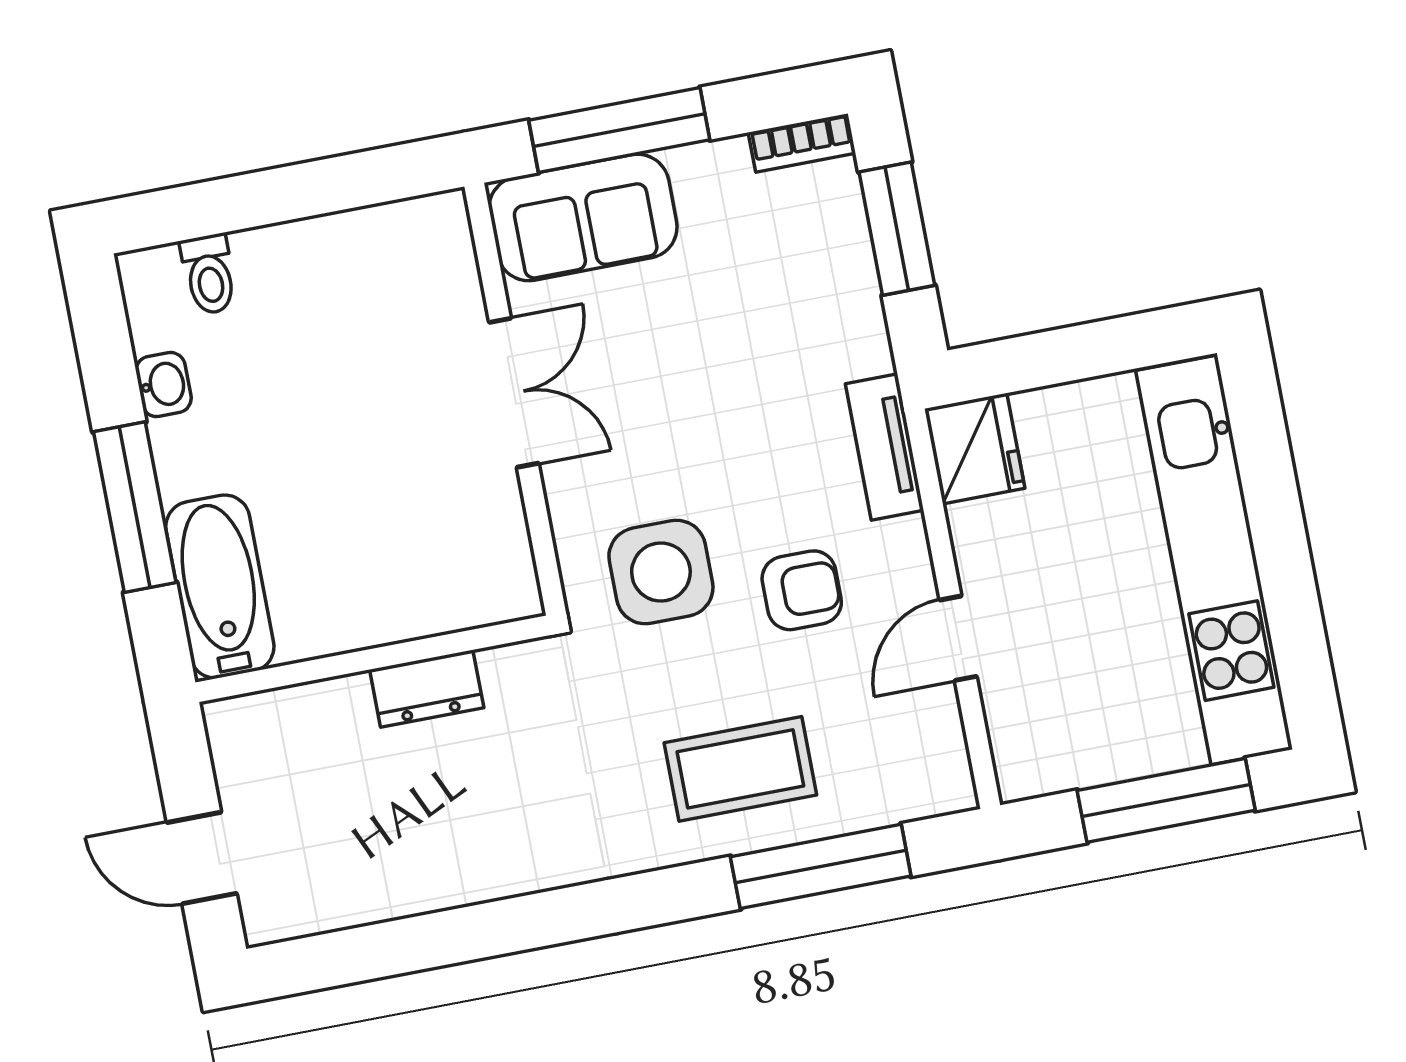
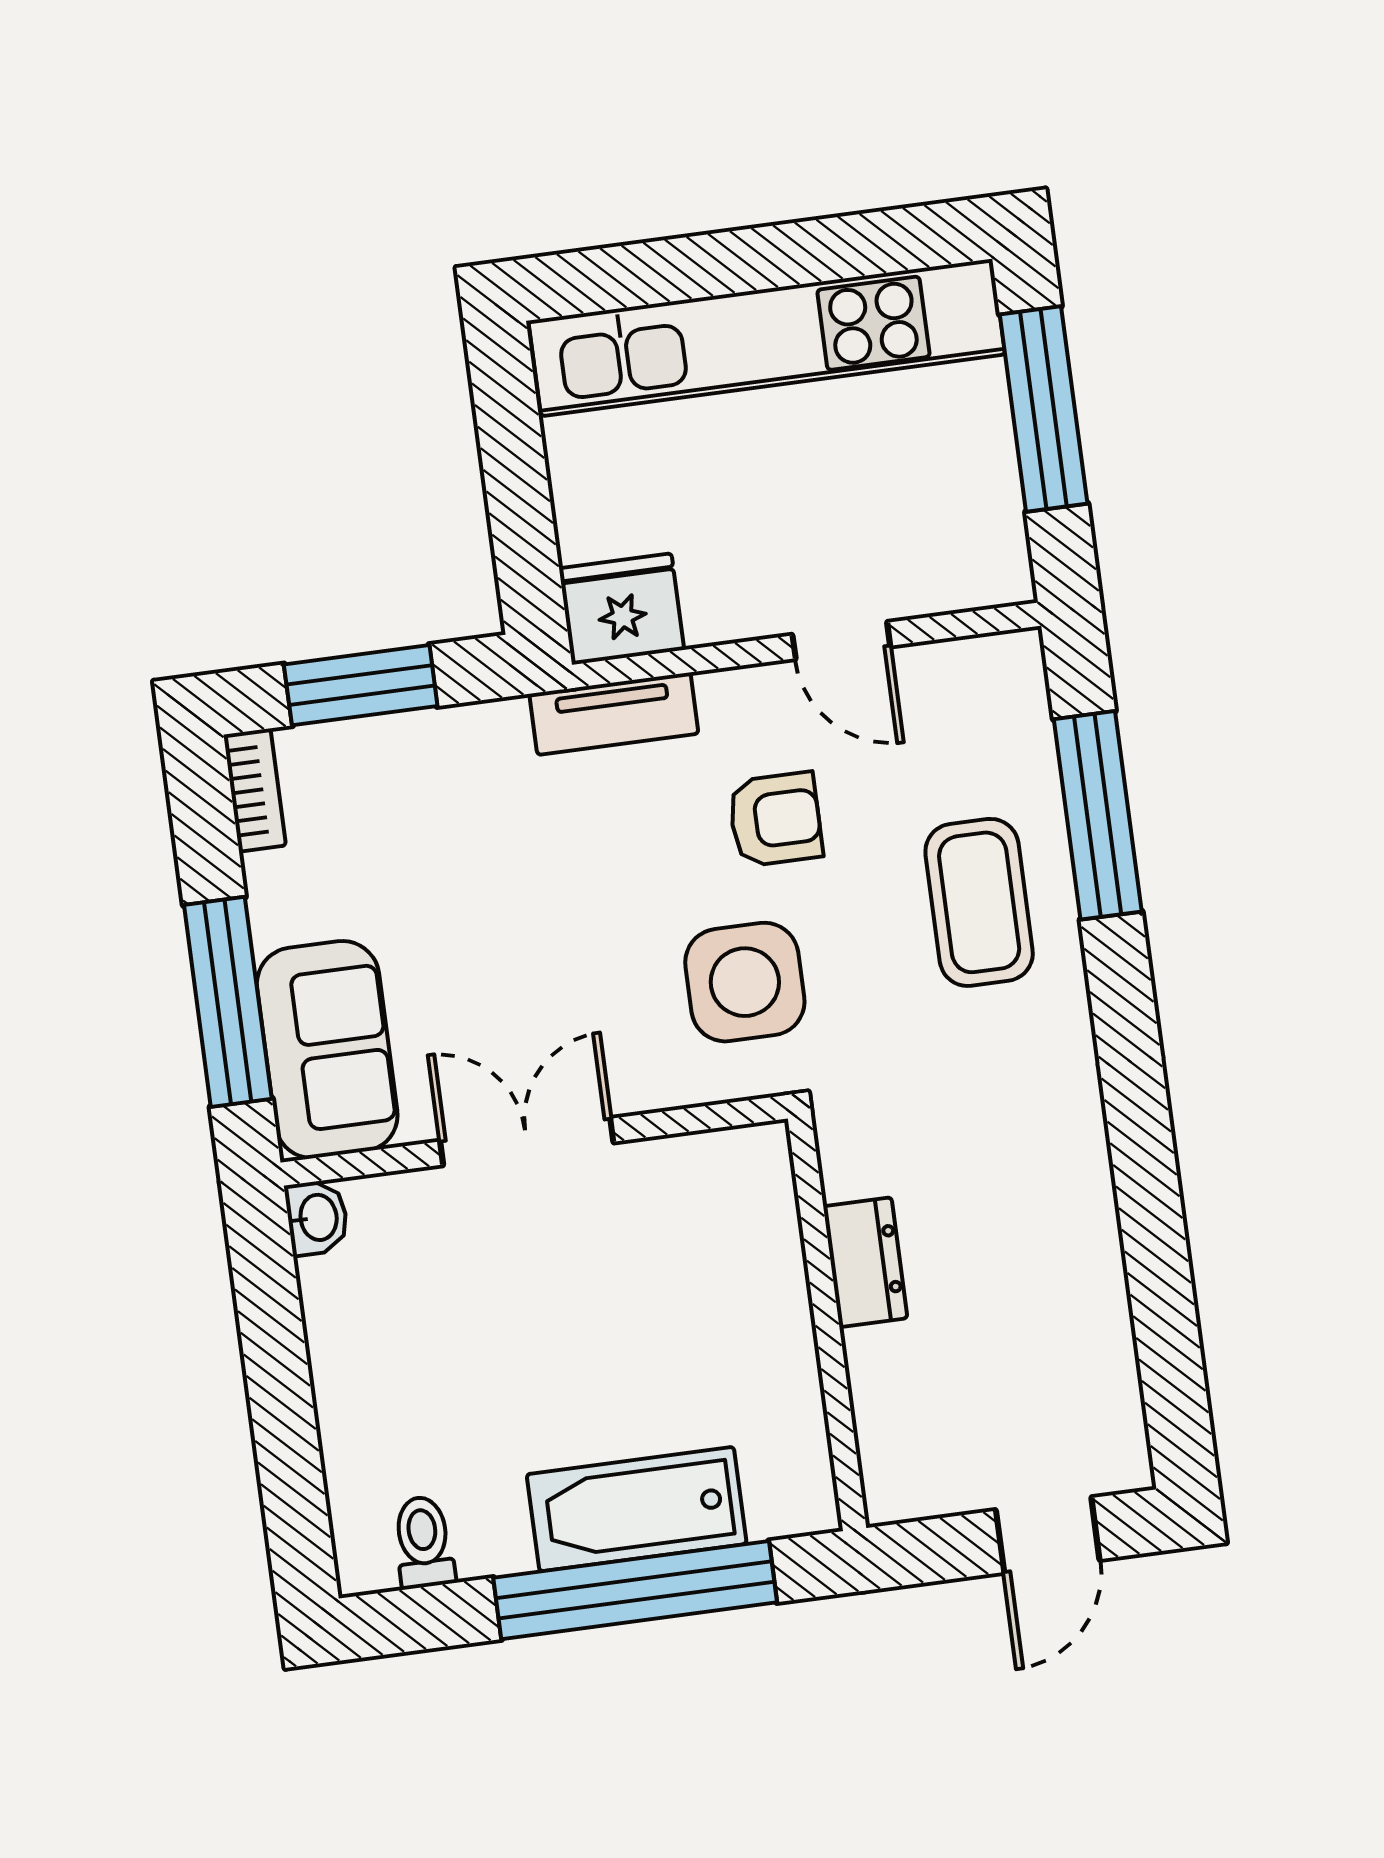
toilet: (209, 274) -> (424, 1542), moved, turned -90
washbasin: (164, 385) -> (317, 1218), moved, turned 90
window: (135, 507) -> (635, 1590), width x1.46
bathtub: (220, 587) -> (637, 1509), moved
armchair: (802, 590) -> (775, 819), turned 90

